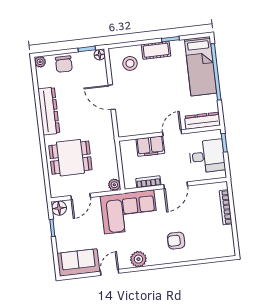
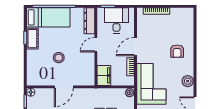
cot: (156, 50) -> (32, 39), moved
stool: (130, 63) -> (59, 58), moved
door: (172, 133) -> (96, 45), hinge flipped
filing cabinet: (150, 146) -> (104, 75), moved
door: (176, 185) -> (136, 47), swing flipped

